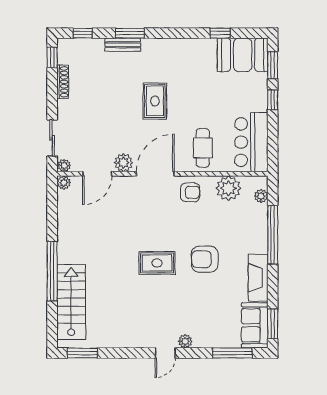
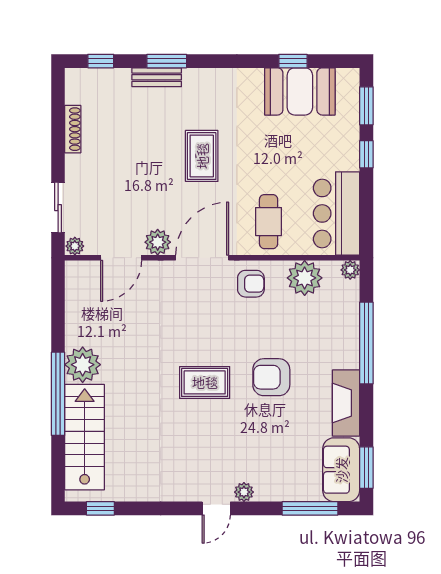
booth: (243, 55) -> (300, 91), moved
window: (52, 58) -> (58, 95), removed
plant: (64, 183) -> (83, 365), moved, width x1.88, depth x1.88
plant: (261, 196) -> (350, 270), moved
window: (82, 353) -> (100, 508), width x0.67

